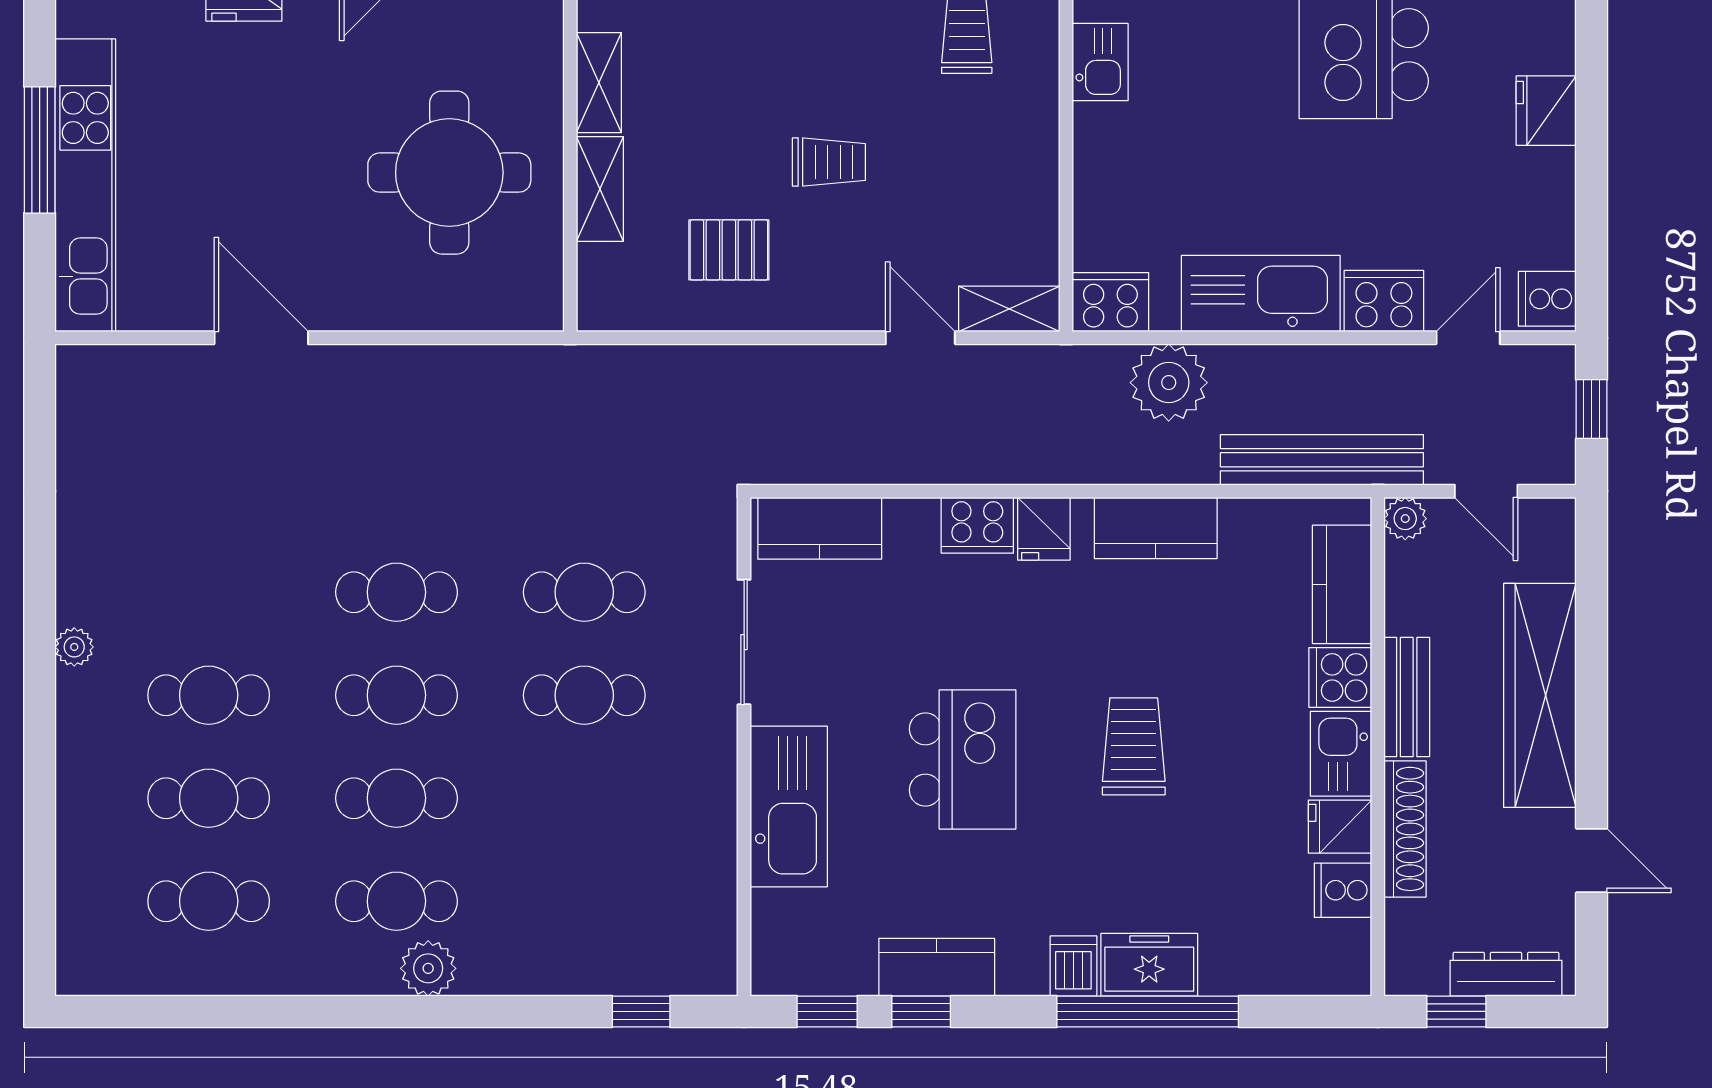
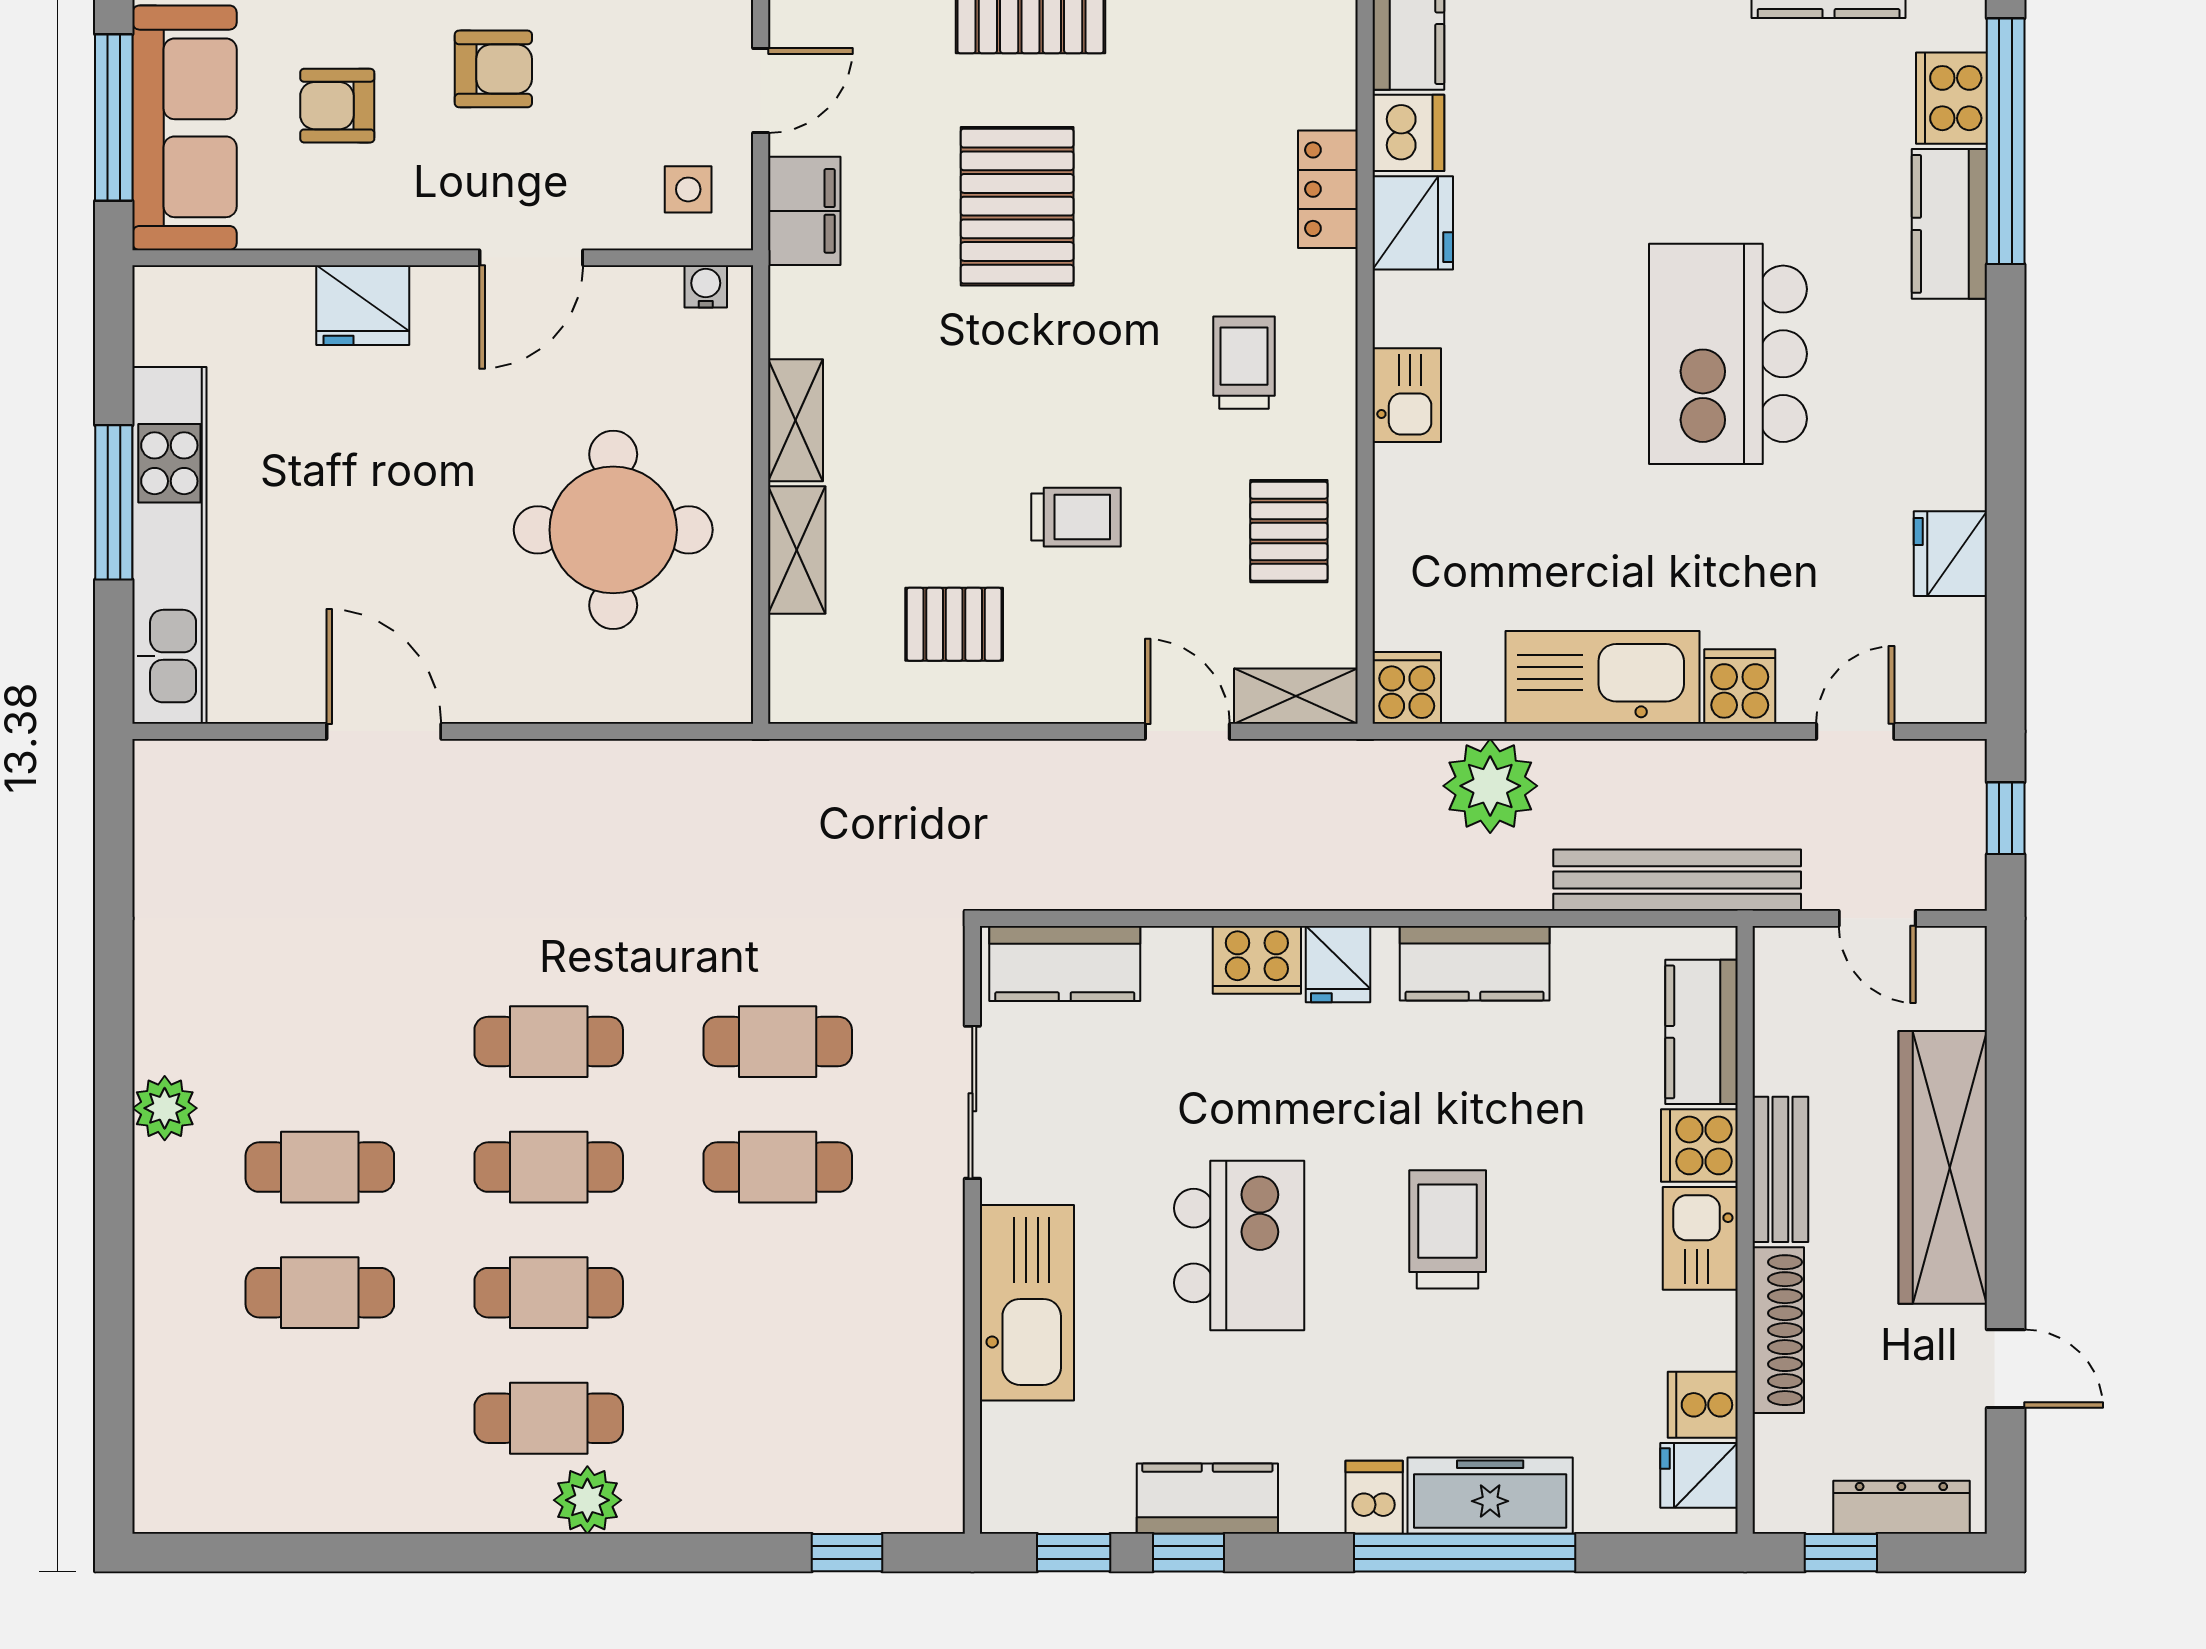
fridge: (1546, 111) -> (1950, 554), moved
pallet: (1004, 174) -> (1289, 531), added
cooker: (1547, 299) -> (1952, 684), removed
cooker: (1384, 301) -> (1740, 686), width x0.73
cooker: (1110, 302) -> (1407, 688), width x0.73
plant: (1405, 519) -> (1779, 952), removed
plant: (74, 647) -> (165, 1108), width x1.38, depth x1.38
fridge: (1340, 827) -> (1699, 1475), moved
cafe table: (209, 901) -> (320, 1418), removed
freezer: (1149, 965) -> (1490, 1496), width x1.40

